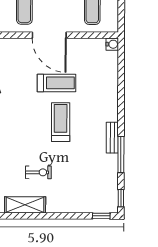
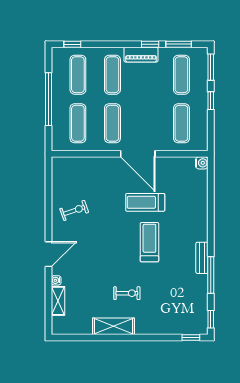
treadmill: (56, 83) -> (145, 202), turned 180

